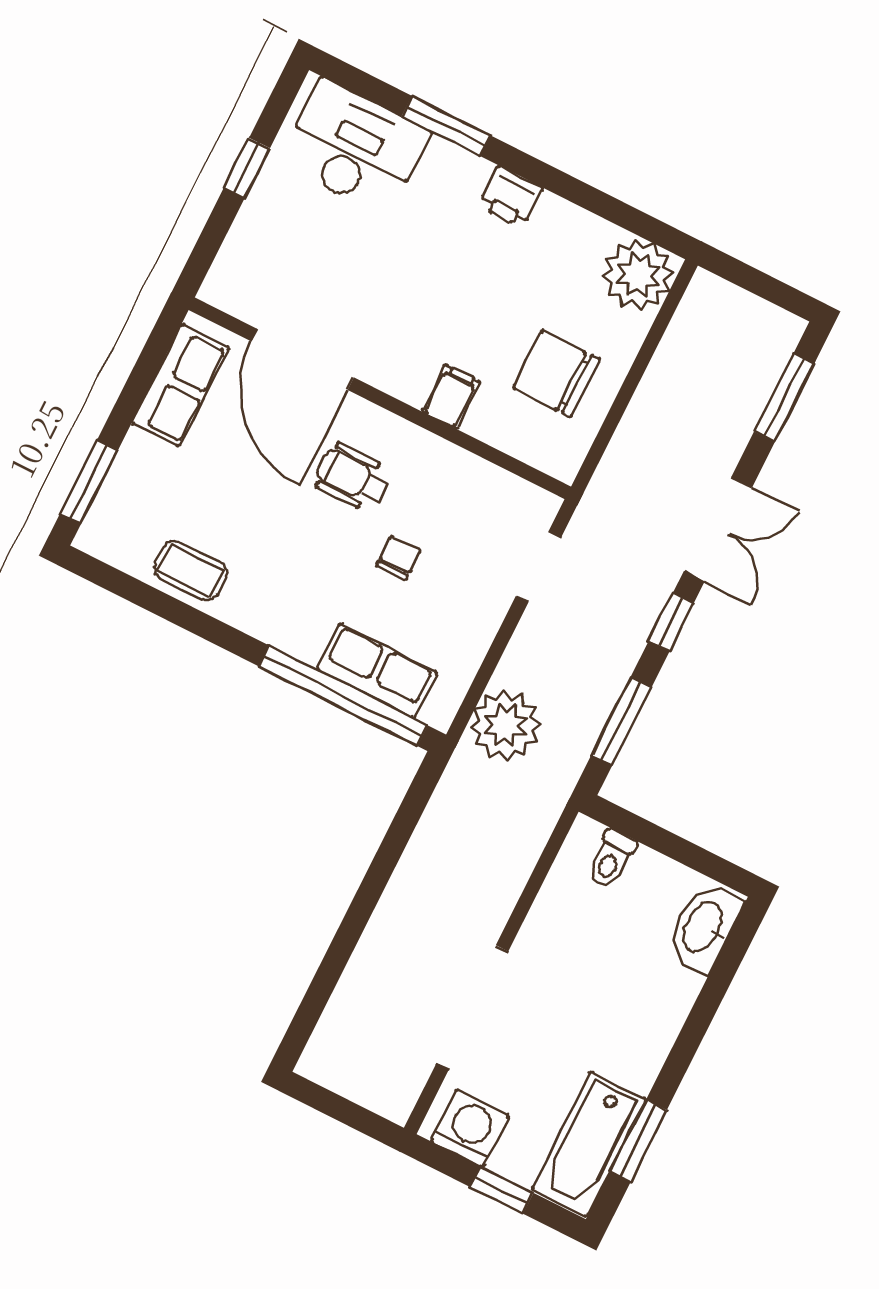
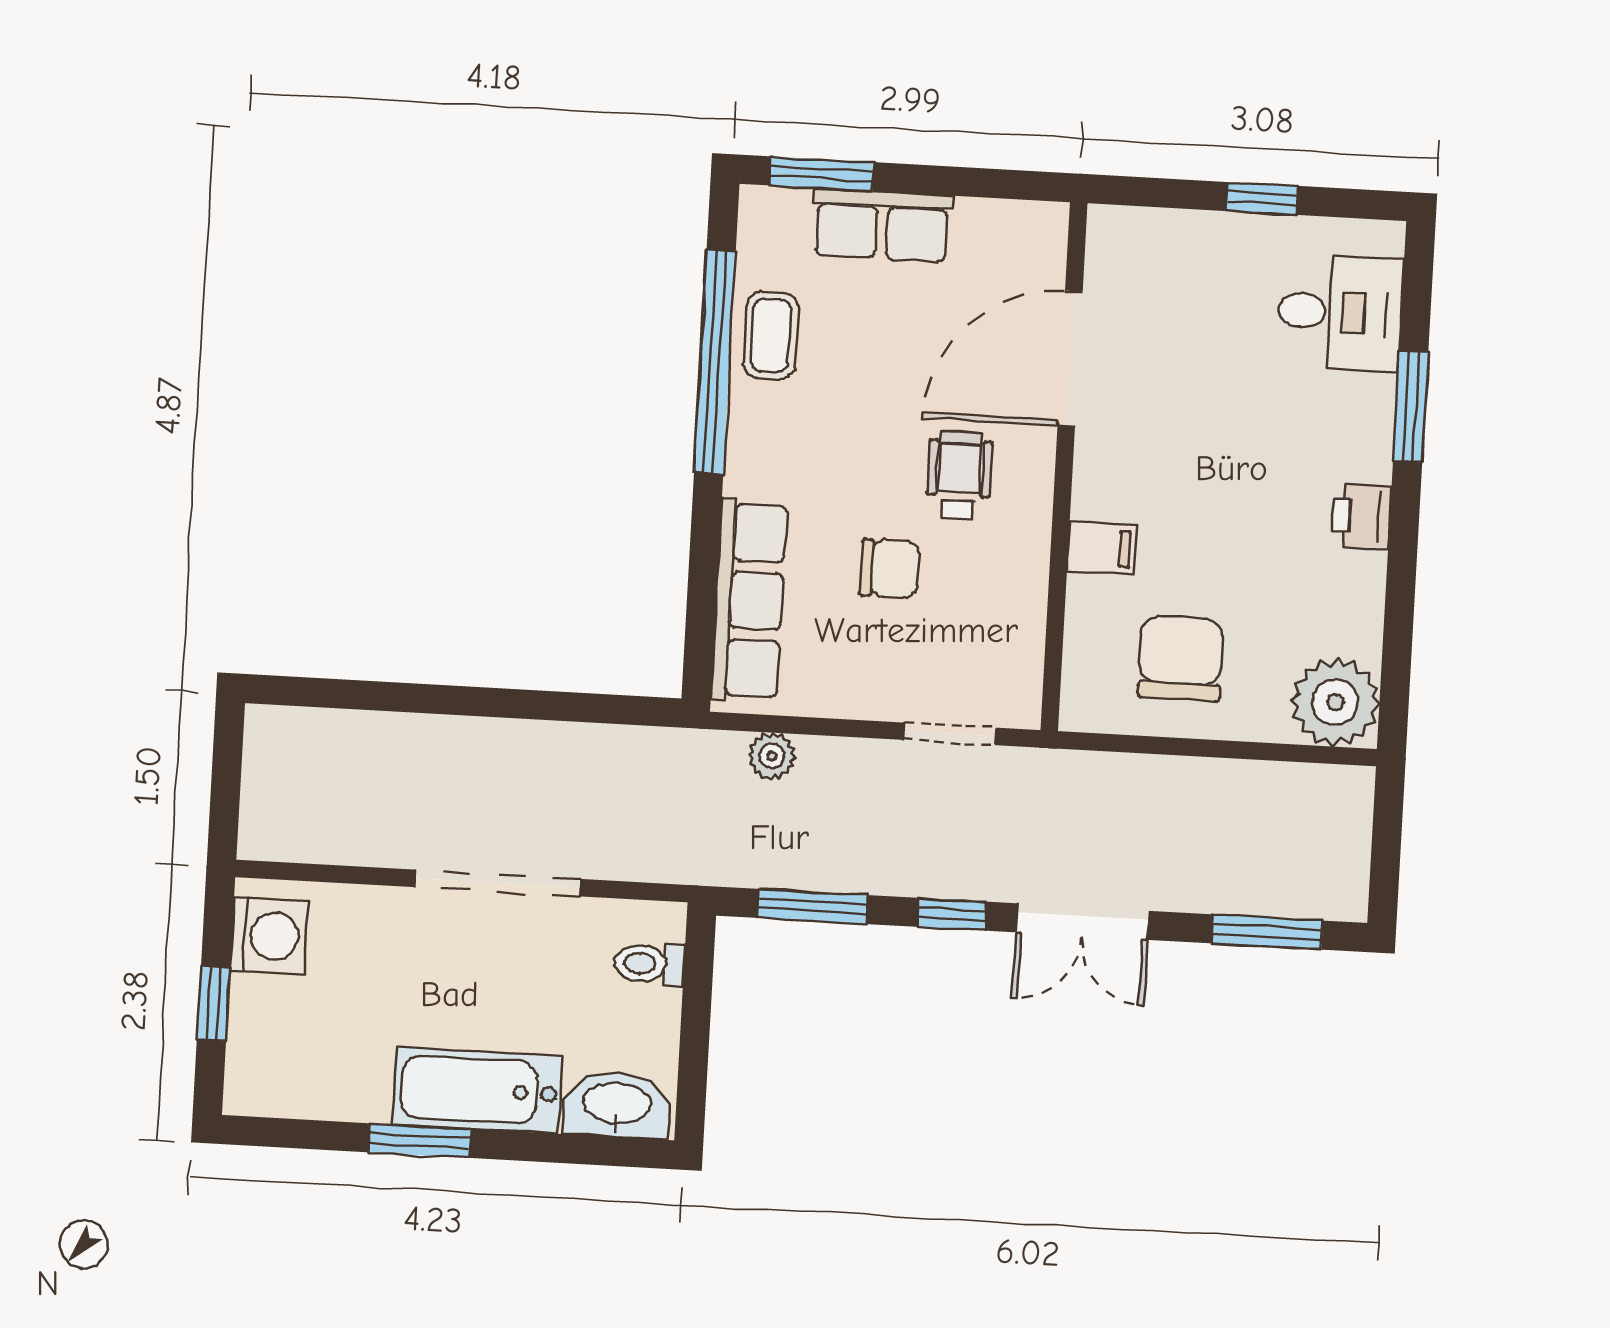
desk: (355, 148) -> (1340, 312), width x0.73
row of seats: (180, 385) -> (882, 225), moved
chair: (399, 558) -> (890, 568), width x1.37, depth x1.37
row of seats: (377, 671) -> (749, 600), width x1.48
window: (343, 696) -> (715, 362), moved
plant: (506, 725) -> (772, 756), width x0.53, depth x0.53
doorway: (472, 1007) -> (497, 883), moved
window: (638, 1141) -> (420, 1141), moved
bathtub: (589, 1144) -> (477, 1090), moved

